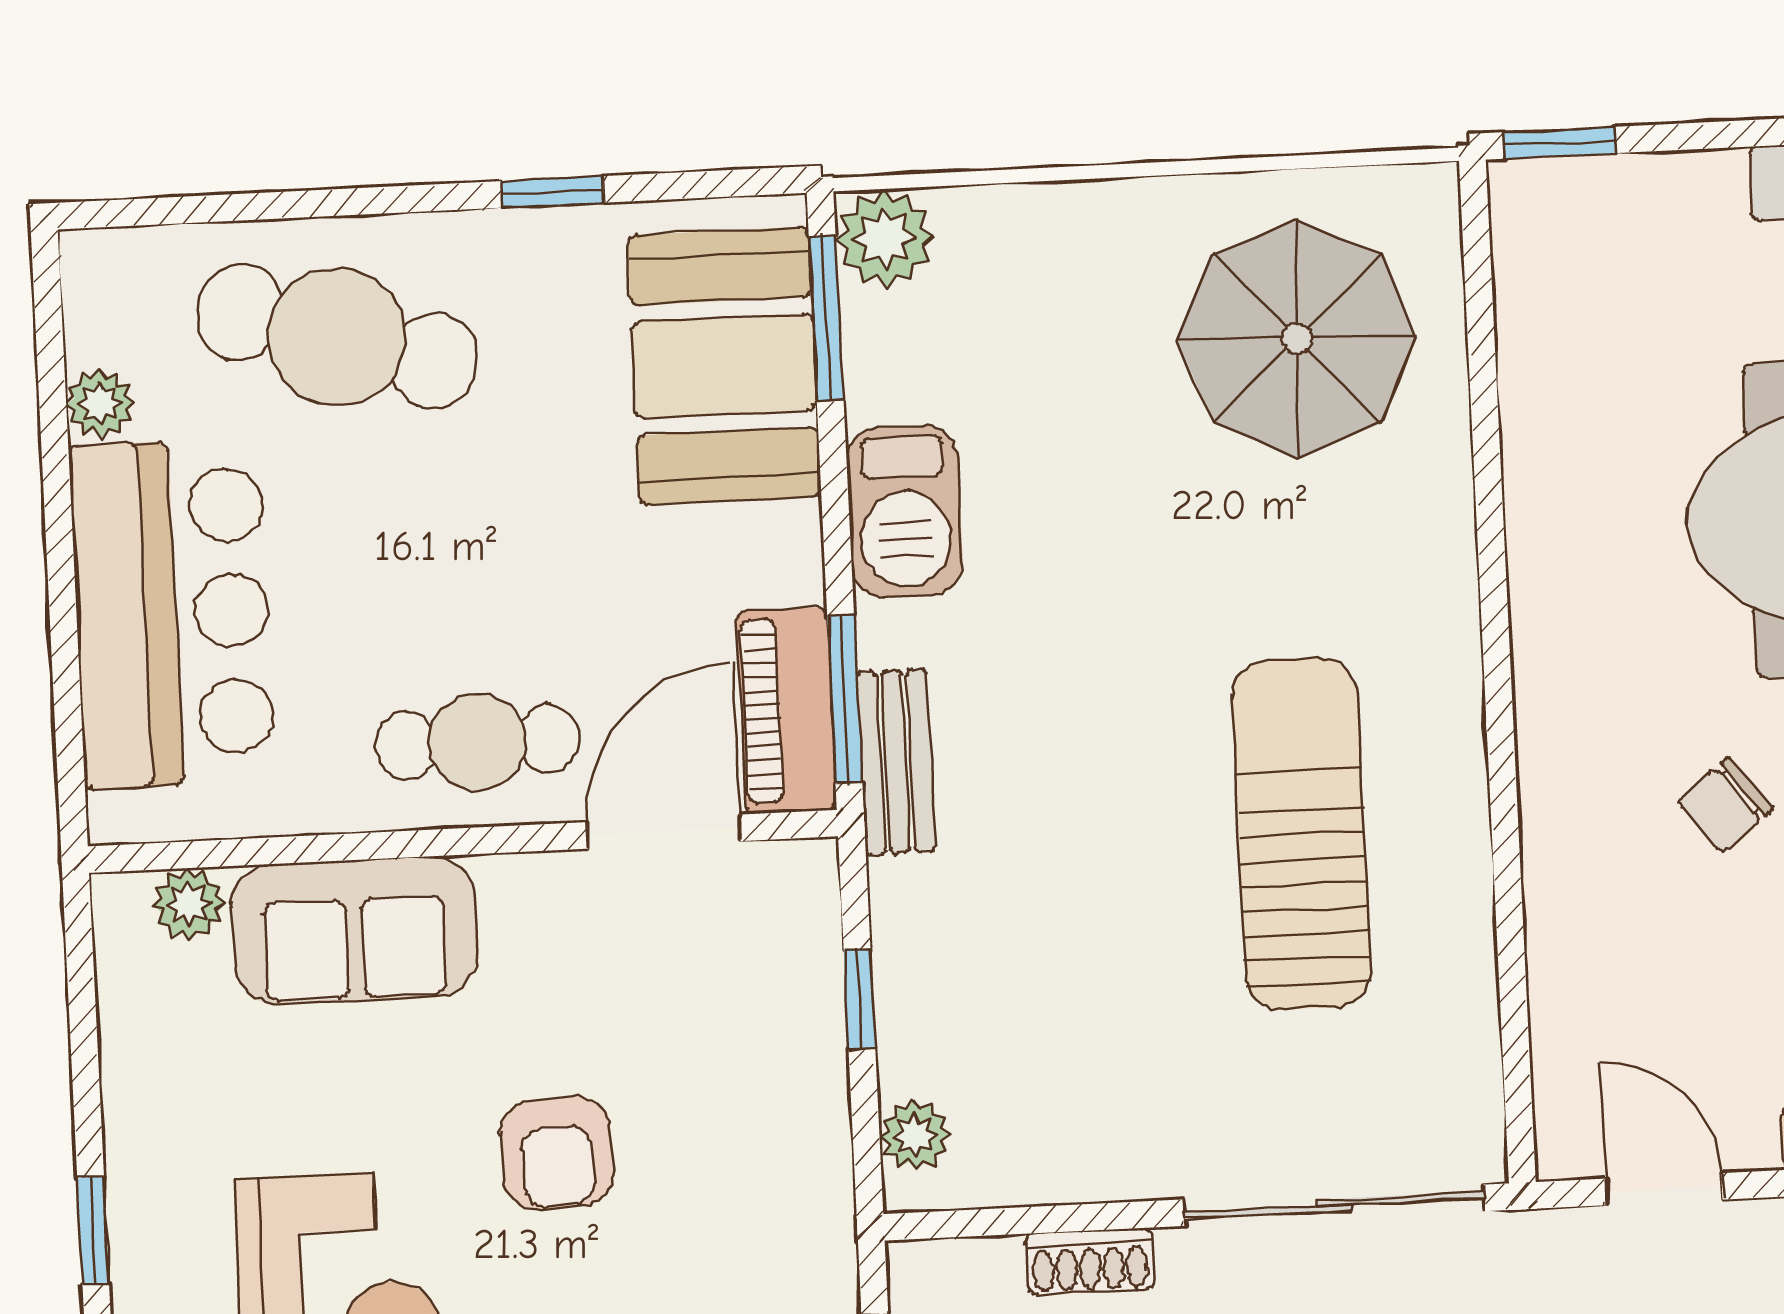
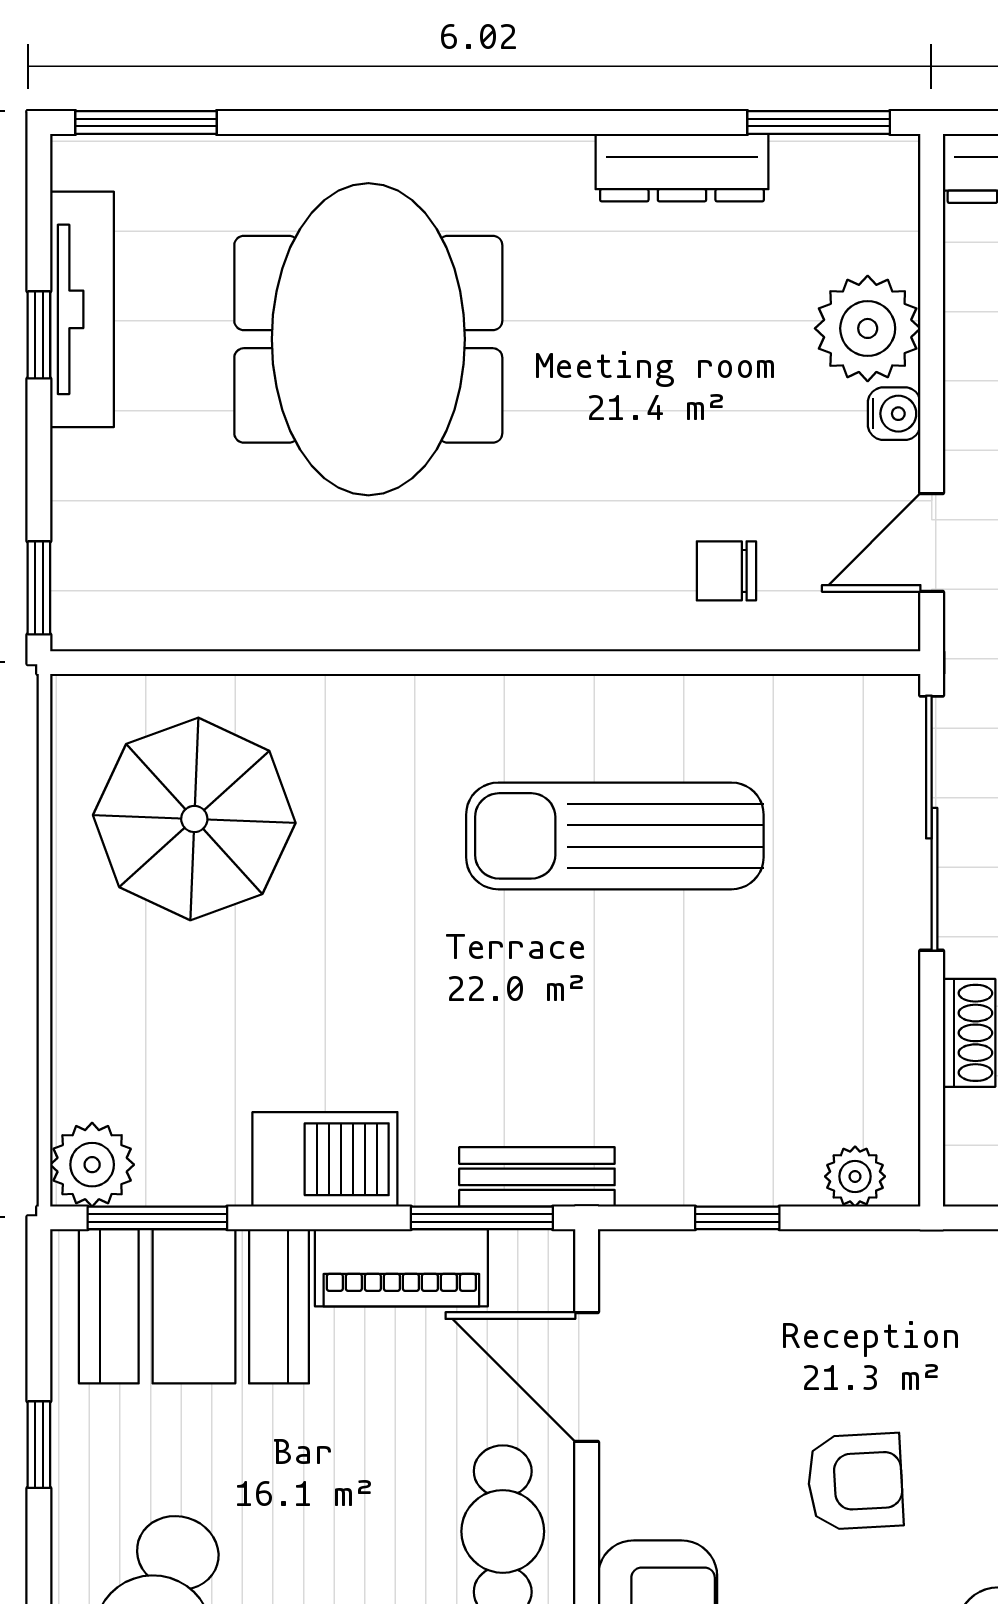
piano: (787, 710) -> (401, 1268), moved
chair: (1725, 805) -> (726, 571), moved, turned 128

